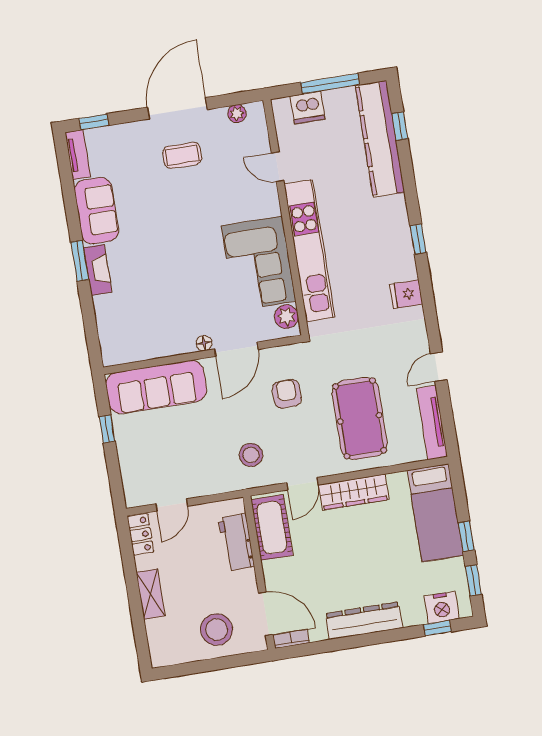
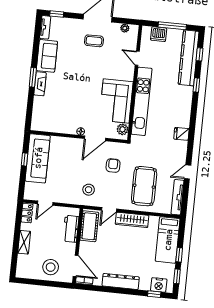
window: (418, 239) -> (196, 85), moved
sofa: (156, 387) -> (38, 158), moved, turned -90

